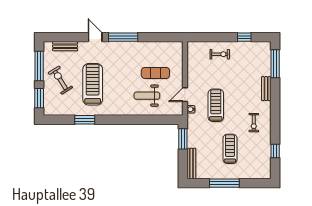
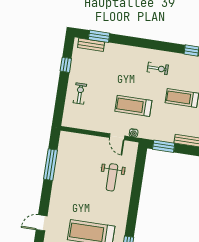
window: (123, 37) -> (51, 165), moved
window: (275, 64) -> (99, 36), width x0.69
exercise mat: (155, 73) -> (89, 165), removed
bench: (266, 89) -> (91, 45), moved

